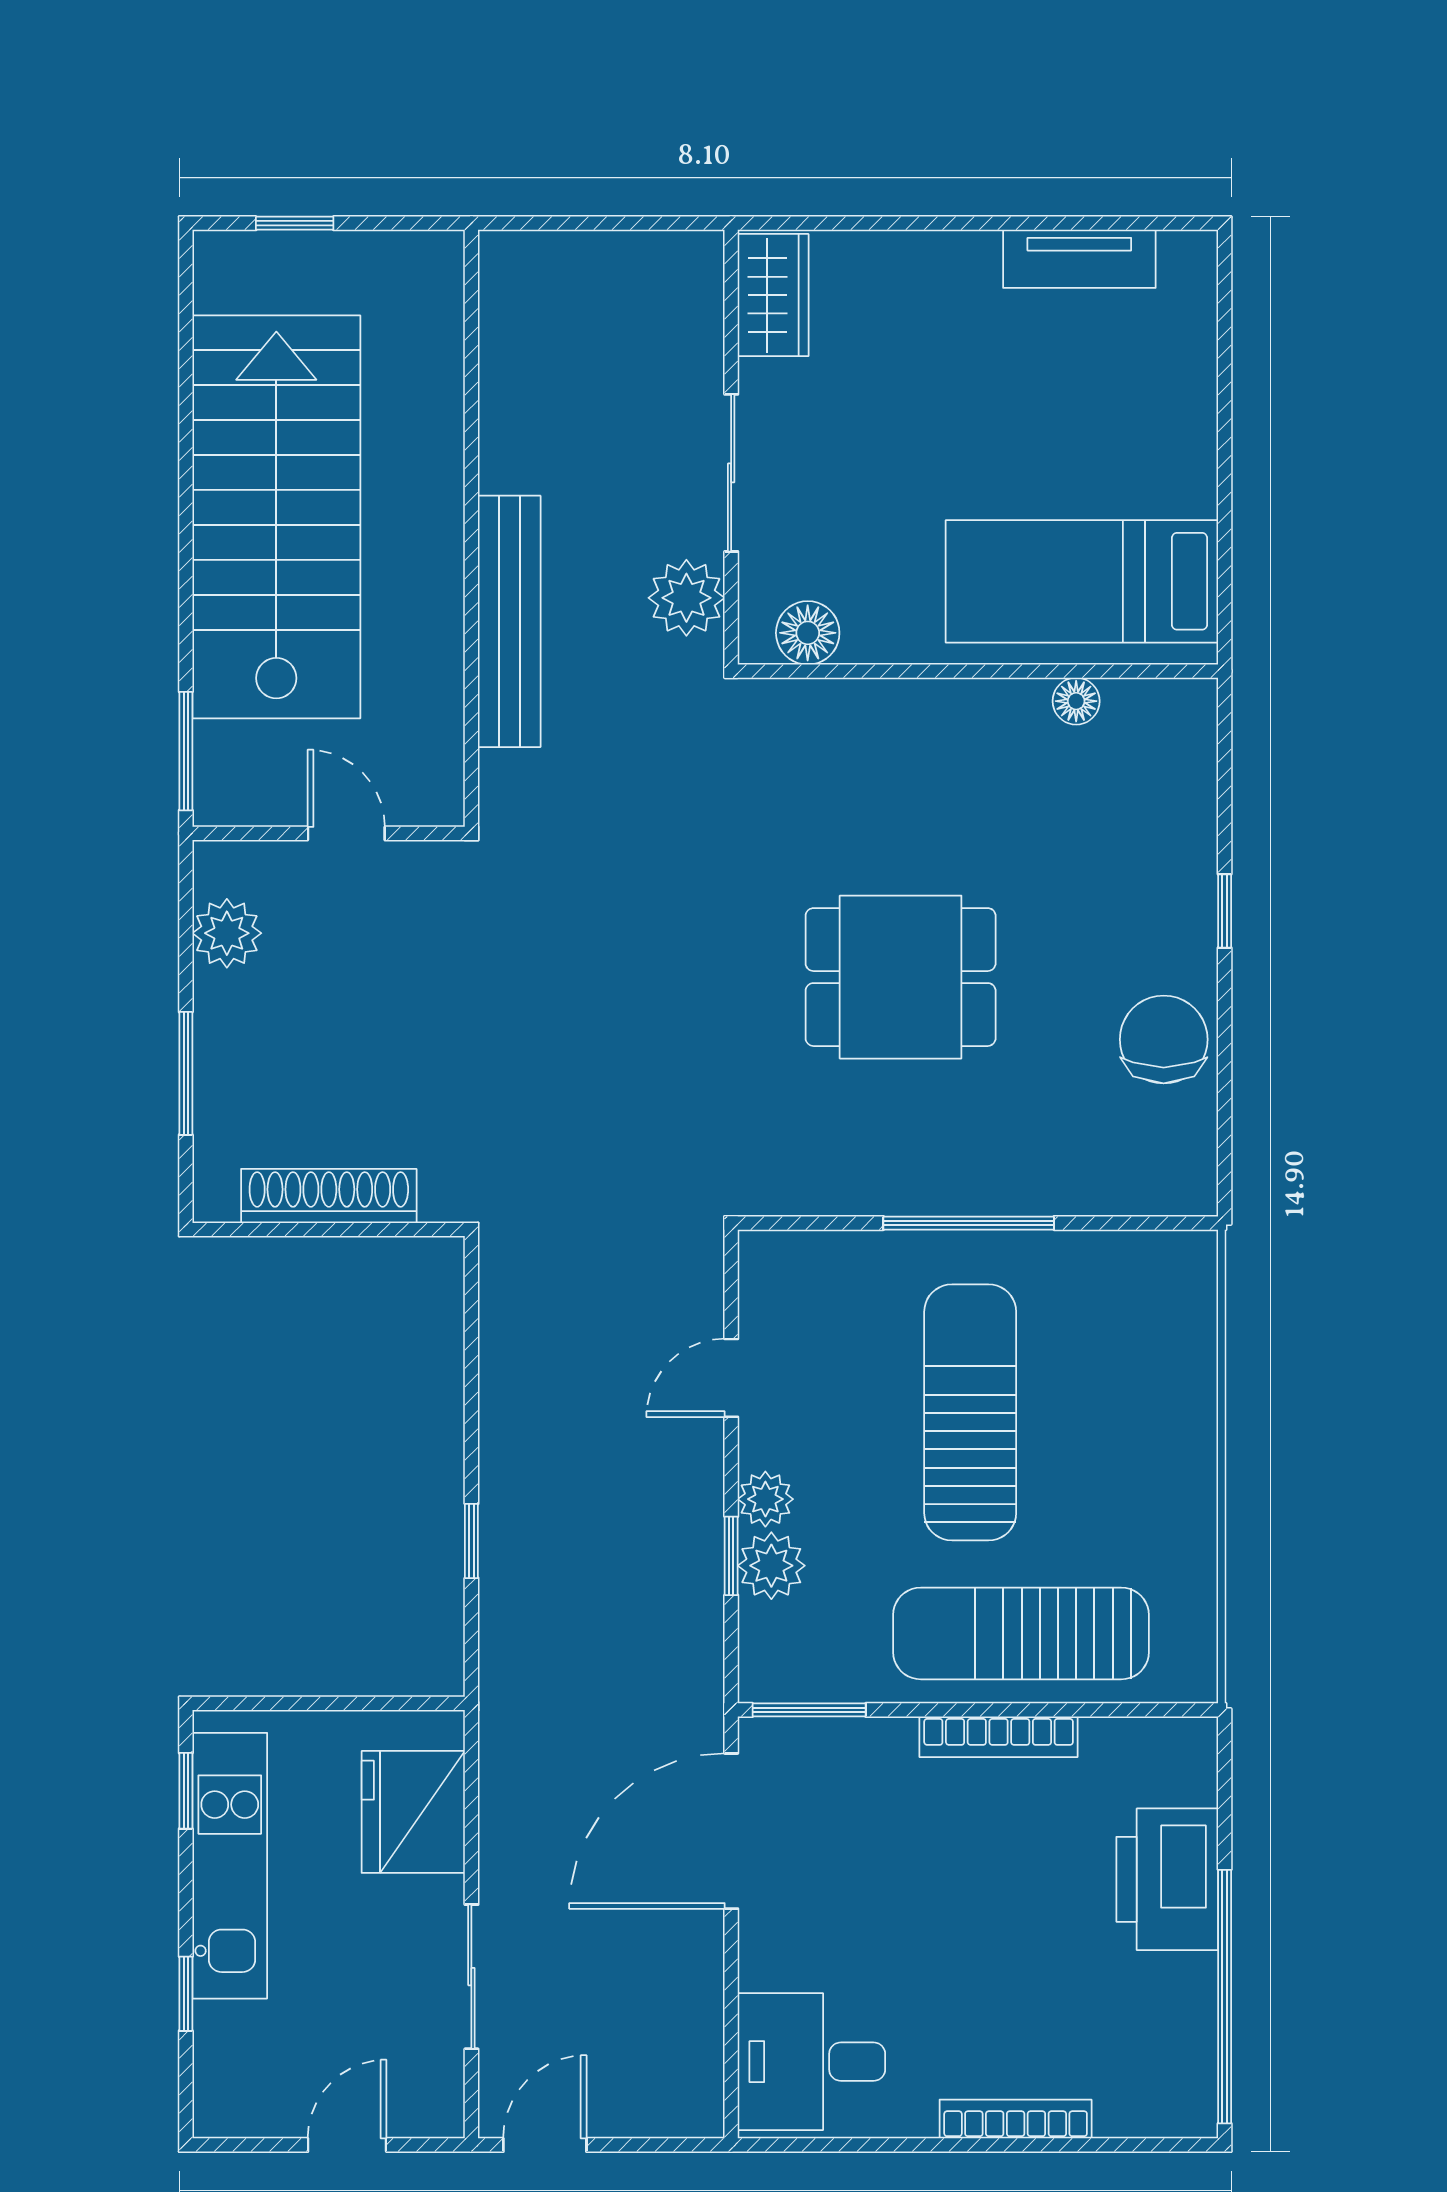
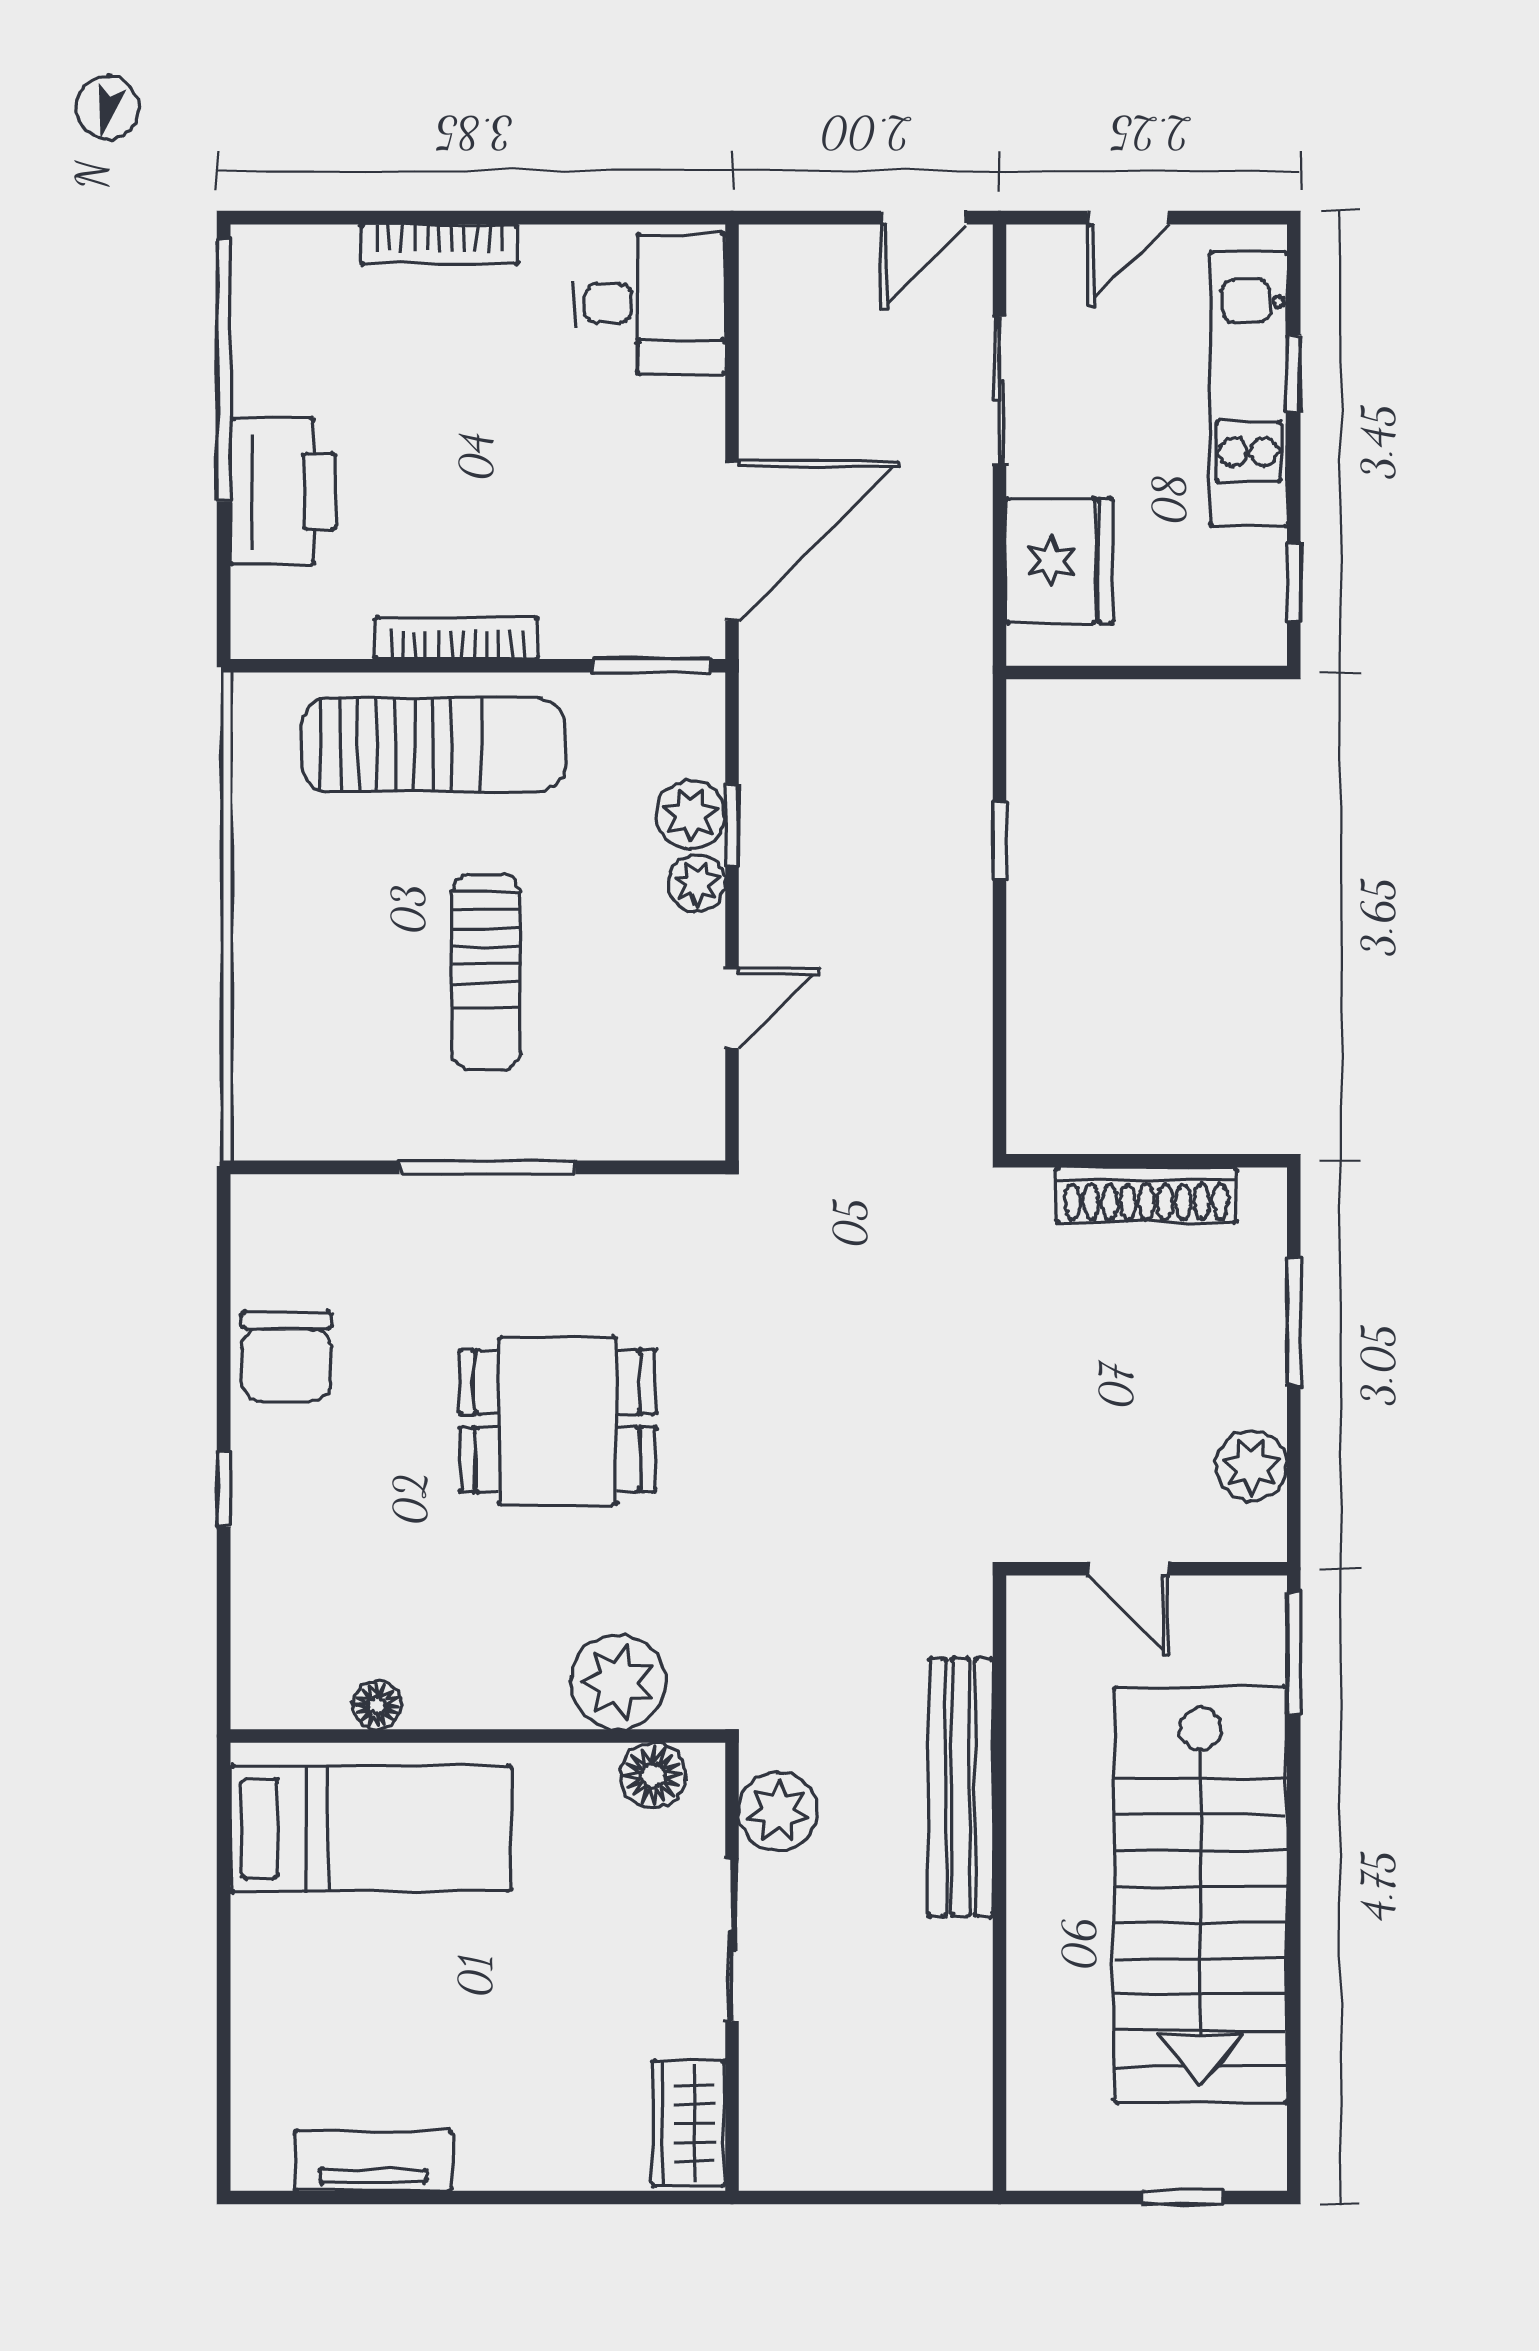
plant: (842, 724) -> (618, 1682), added
sun lounger: (970, 1412) -> (486, 972), width x0.73, depth x0.75
kitchen unit: (230, 1866) -> (1249, 389), moved

